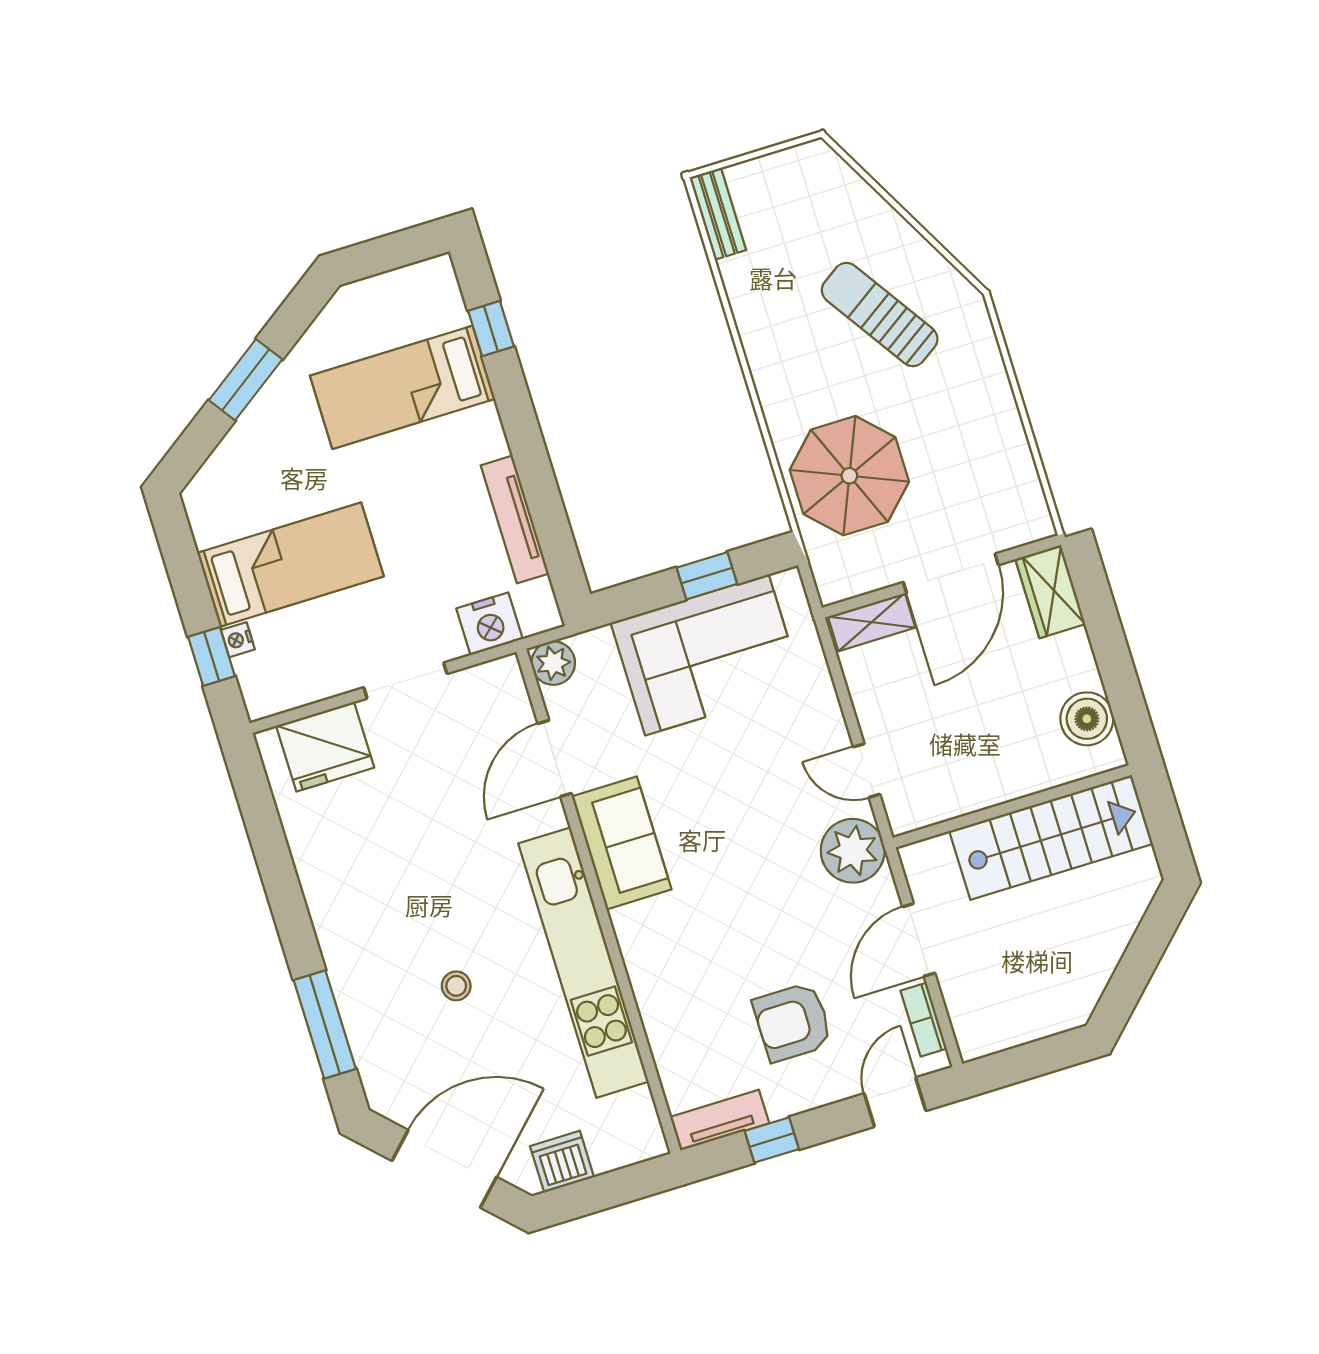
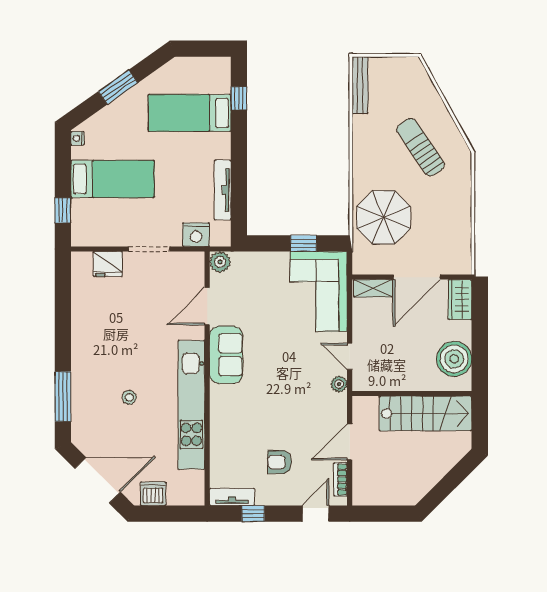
bench: (718, 214) -> (360, 85), width x1.36
nightstand: (238, 640) -> (78, 138), moved
corner sofa: (707, 655) -> (319, 291), moved, turned 90
boiler: (1087, 719) -> (454, 359), width x1.37, depth x1.37
fridge: (325, 747) -> (108, 264), width x0.73, depth x0.75
plant: (853, 851) -> (339, 384), width x0.53, depth x0.53
armchair: (793, 1022) -> (280, 462), width x0.72, depth x0.72

